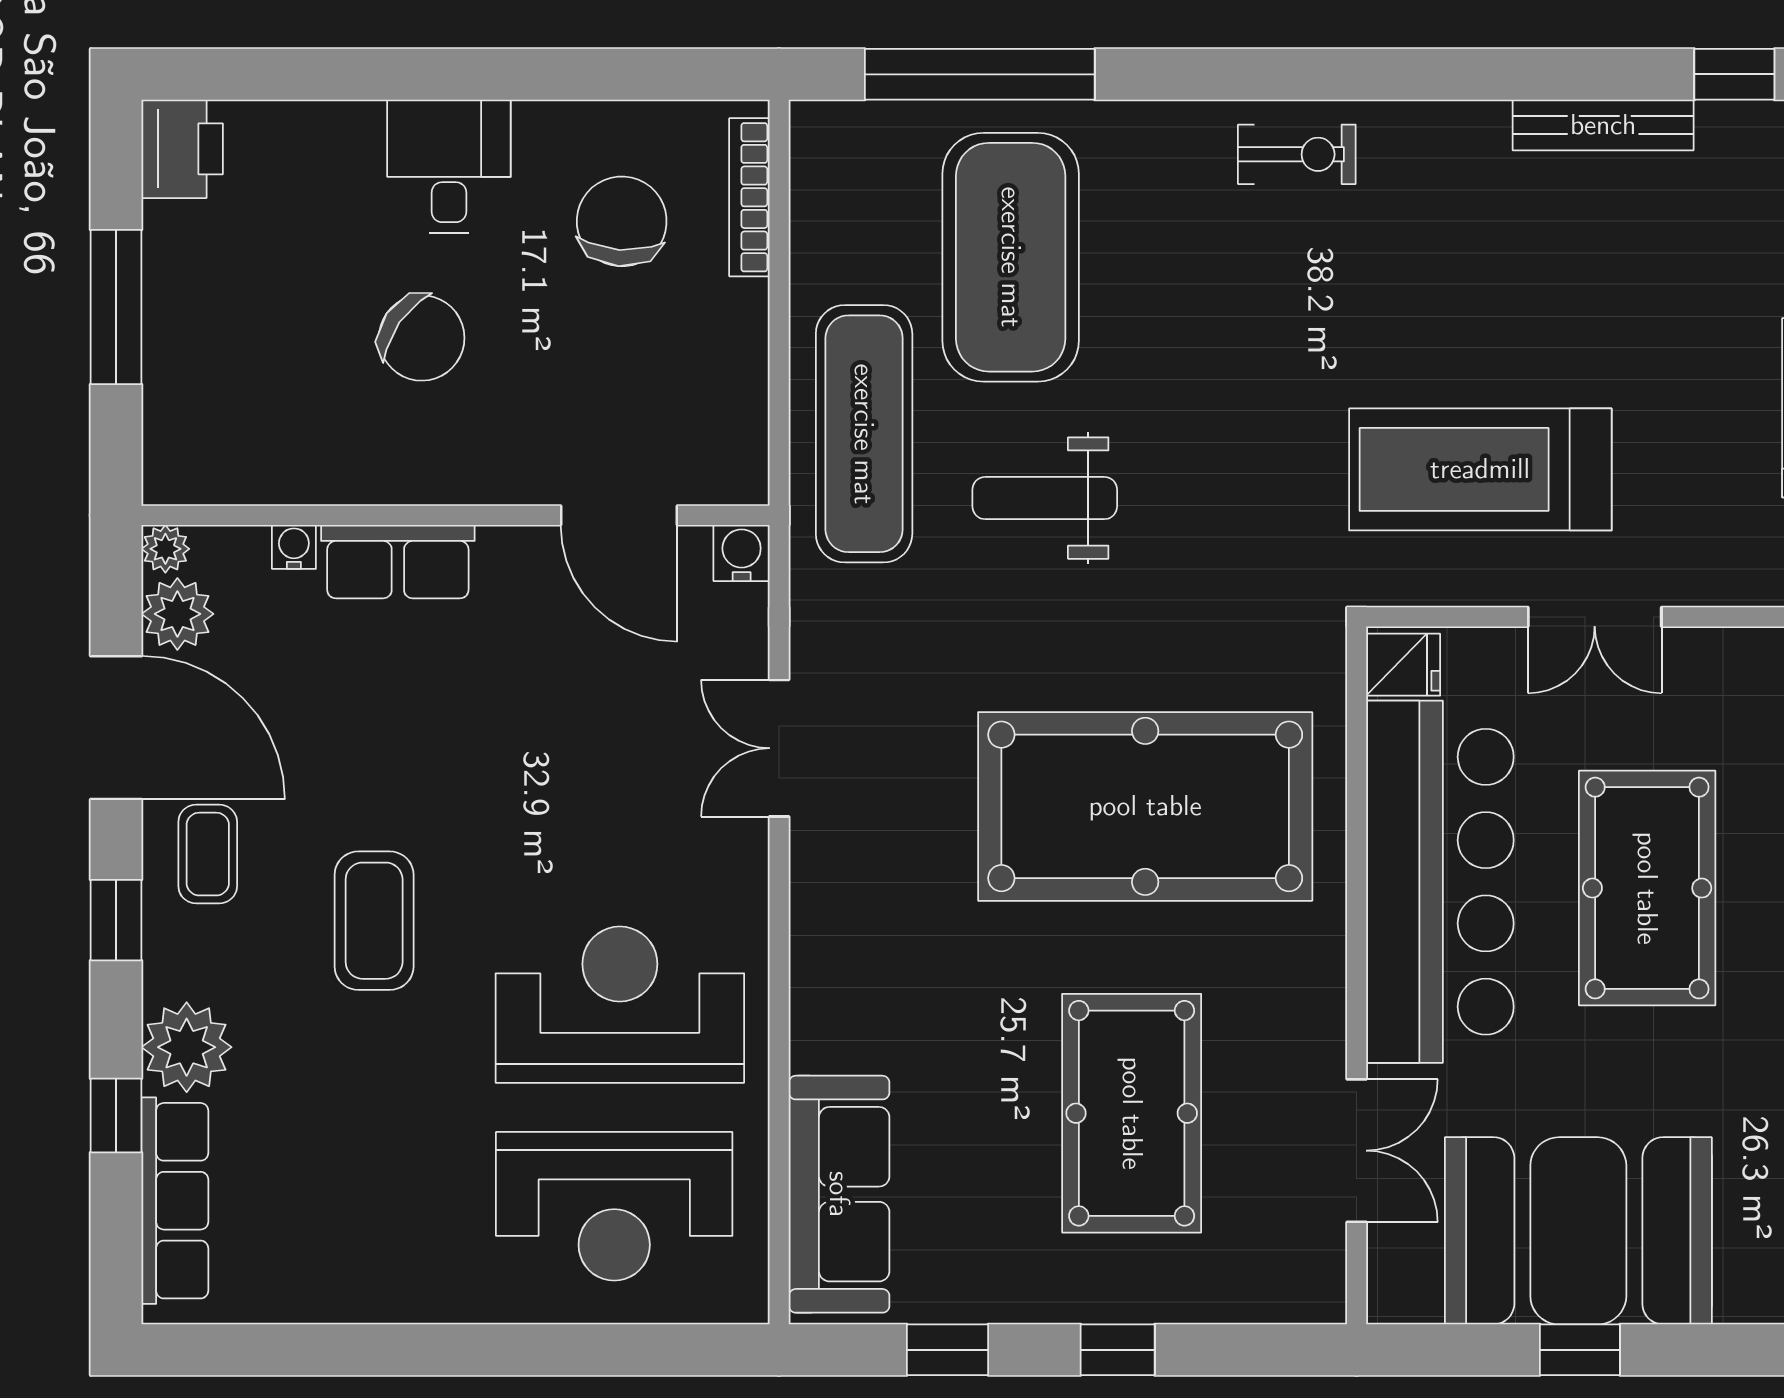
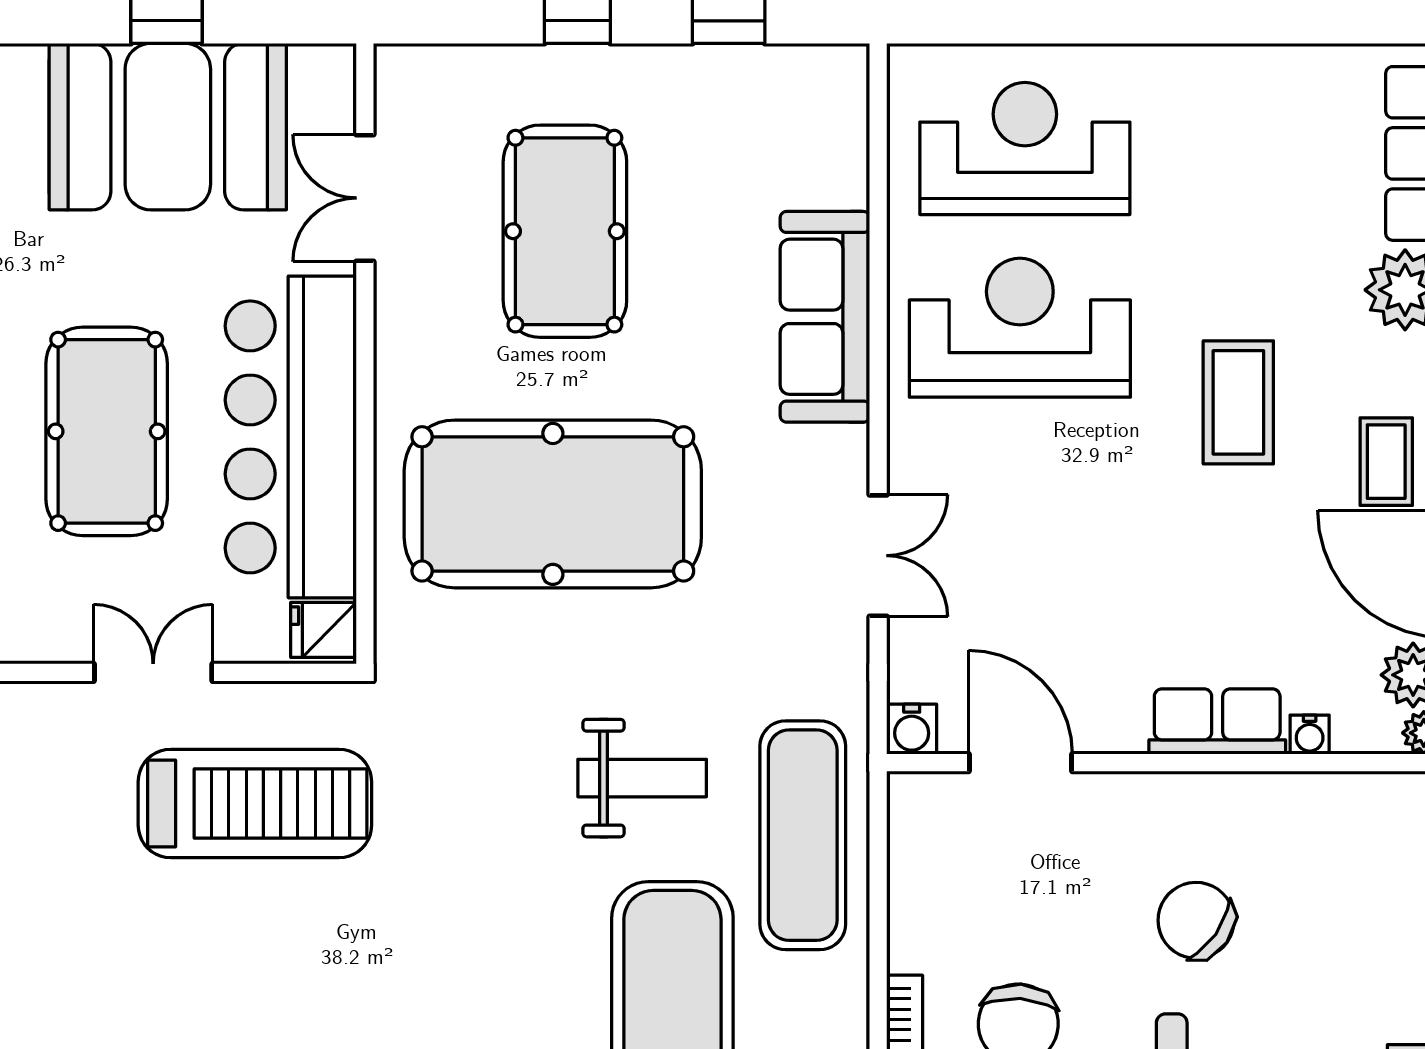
reception desk: (620, 1005) -> (1020, 328), turned 180
sofa: (839, 1194) -> (825, 317), moved

